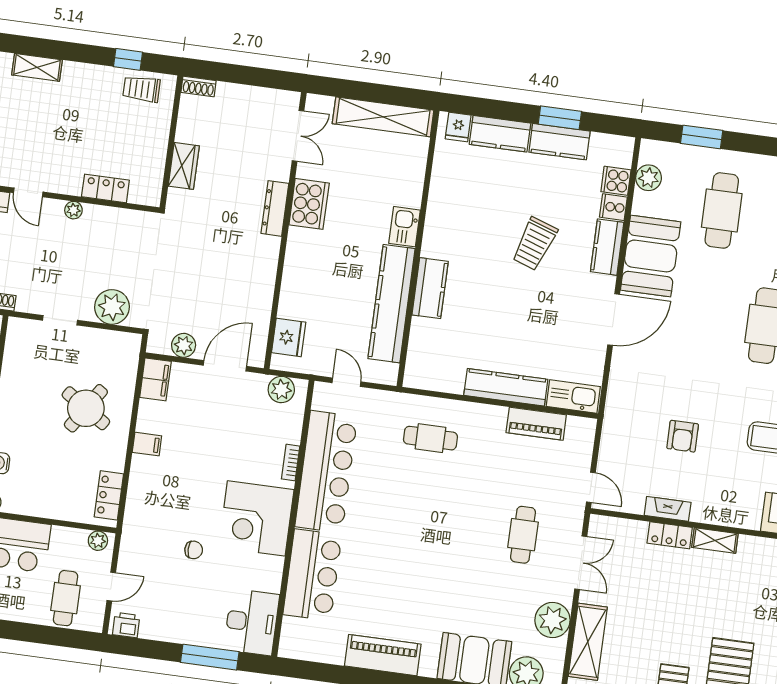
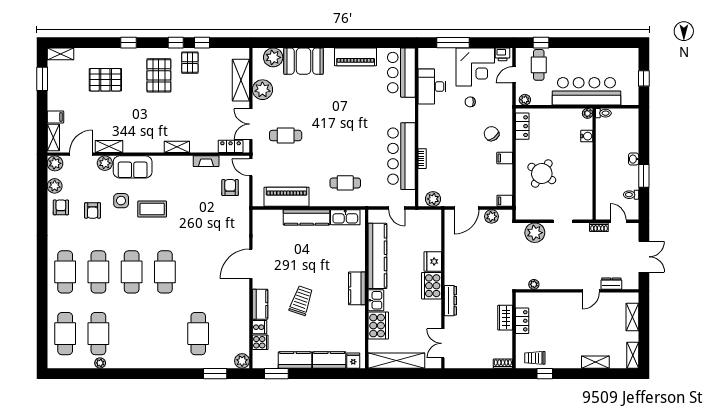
trolley: (141, 89) -> (535, 358), turned 180
window: (560, 118) -> (276, 374), moved
plant: (649, 178) -> (242, 361), moved
cooker: (406, 182) -> (378, 326), added
locker: (105, 188) -> (522, 321), moved, turned -90
door: (28, 192) -> (591, 291), swing flipped
cooker: (309, 204) -> (432, 286), moved
plant: (73, 210) -> (534, 284), moved
booth: (651, 256) -> (235, 302), removed
kitchen counter: (430, 288) -> (357, 288), moved
fridge: (289, 337) -> (433, 261), moved
filing cabinet: (155, 379) -> (505, 201), width x0.50
kitchen sink: (573, 397) -> (345, 217), moved
piano: (536, 424) -> (287, 197), width x1.37, depth x1.33
armchair: (683, 436) -> (230, 188), moved
chair: (164, 489) -> (492, 134), added
corner desk: (256, 518) -> (475, 67), moved, turned 90
cafe table: (523, 535) -> (286, 136), turned 90
locker: (670, 535) -> (231, 146), moved
bar counter: (312, 575) -> (401, 73), moved
desk: (252, 622) -> (432, 87), moved
window: (56, 636) -> (541, 43), added

